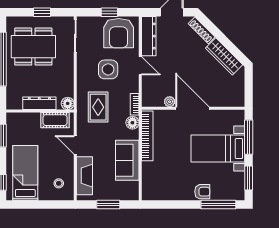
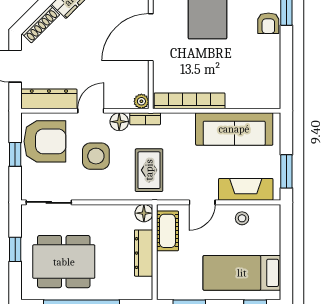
dining table: (33, 47) -> (64, 262), turned 90
plant: (170, 102) -> (141, 101), moved
rug: (98, 107) -> (149, 170), turned 90
floor lamp: (132, 123) -> (119, 122), moved
sofa: (127, 160) -> (234, 129), width x1.36
stool: (59, 183) -> (242, 218), moved
armchair: (202, 192) -> (268, 23), turned 180
window: (108, 205) -> (286, 171), moved

